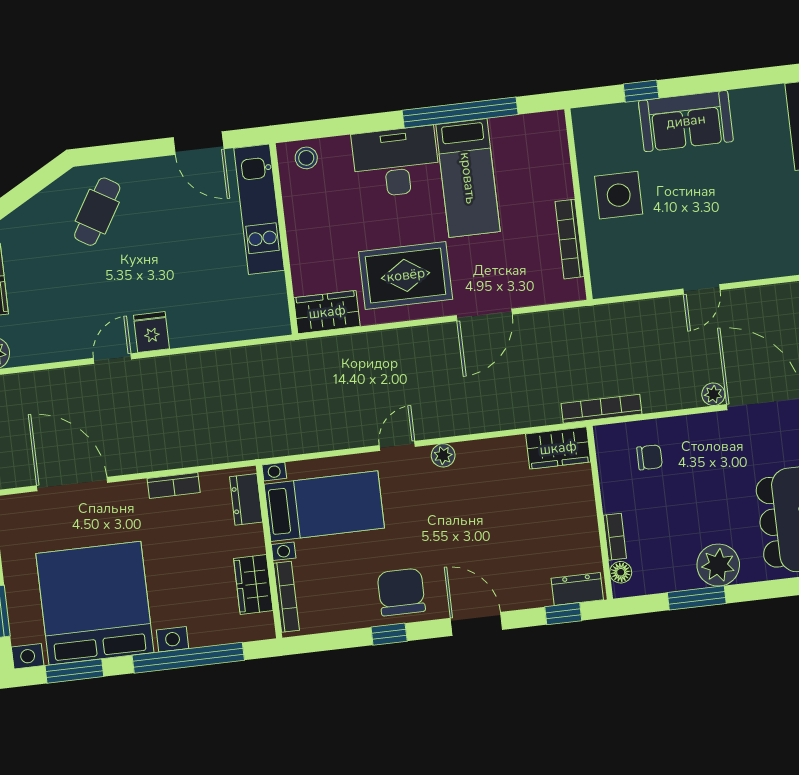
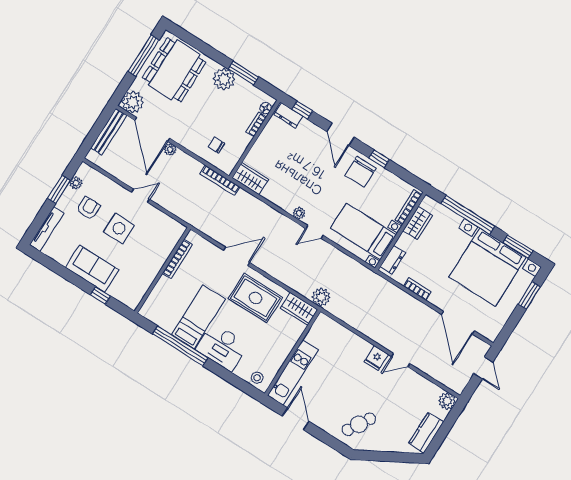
side table: (619, 195) -> (119, 228), moved
armchair: (765, 207) -> (89, 208), added
plant: (308, 356) -> (321, 297), added

